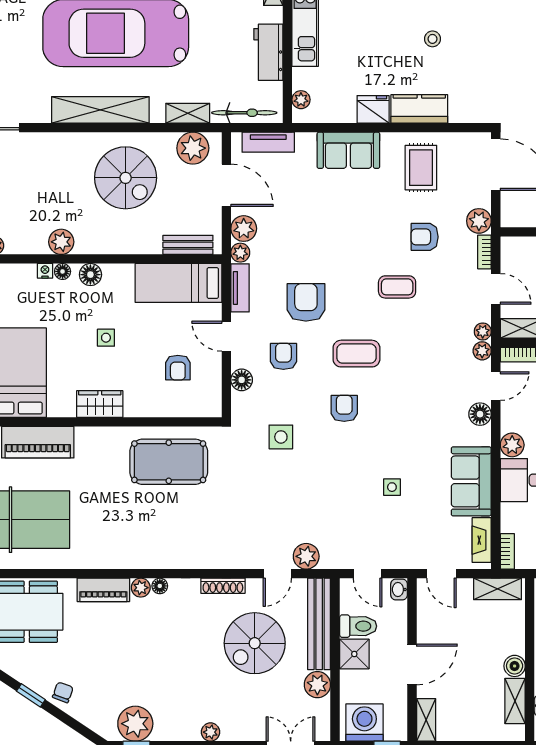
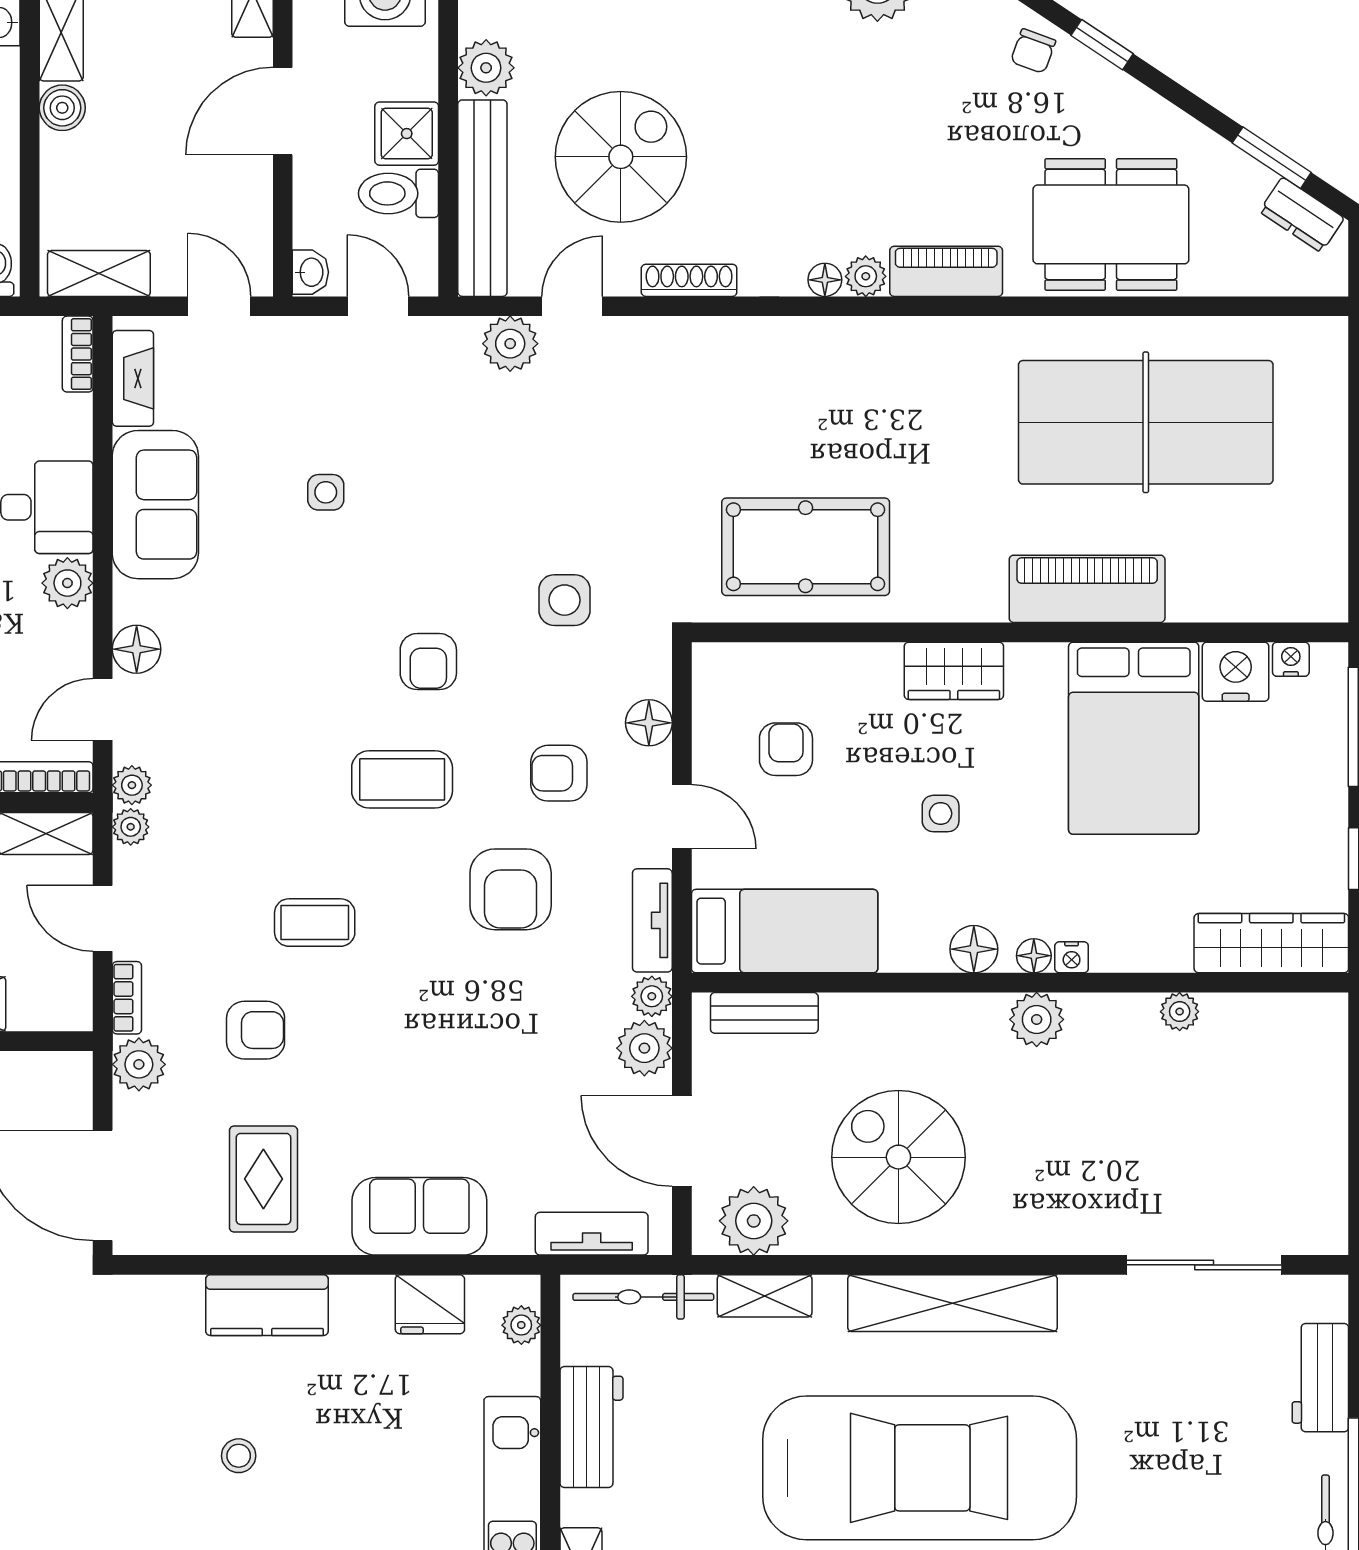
fridge: (373, 109) -> (430, 1304), moved
armchair: (283, 356) -> (559, 773), turned 90

